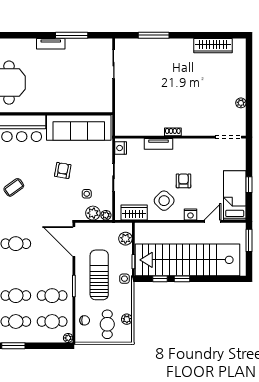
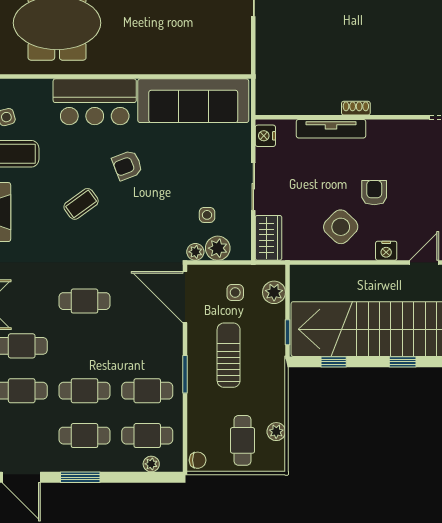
tv unit: (158, 144) -> (331, 129), width x1.41
armchair: (63, 170) -> (127, 165), moved, turned -121
wardrobe: (134, 213) -> (269, 238), moved, turned 90
plant: (106, 215) -> (195, 252), moved
sun lounger: (99, 275) -> (229, 355), width x0.73, depth x0.75
side table: (124, 279) -> (235, 292), moved
window: (182, 279) -> (403, 362), moved
chair: (85, 320) -> (198, 460), moved
plant: (68, 338) -> (151, 464), moved

